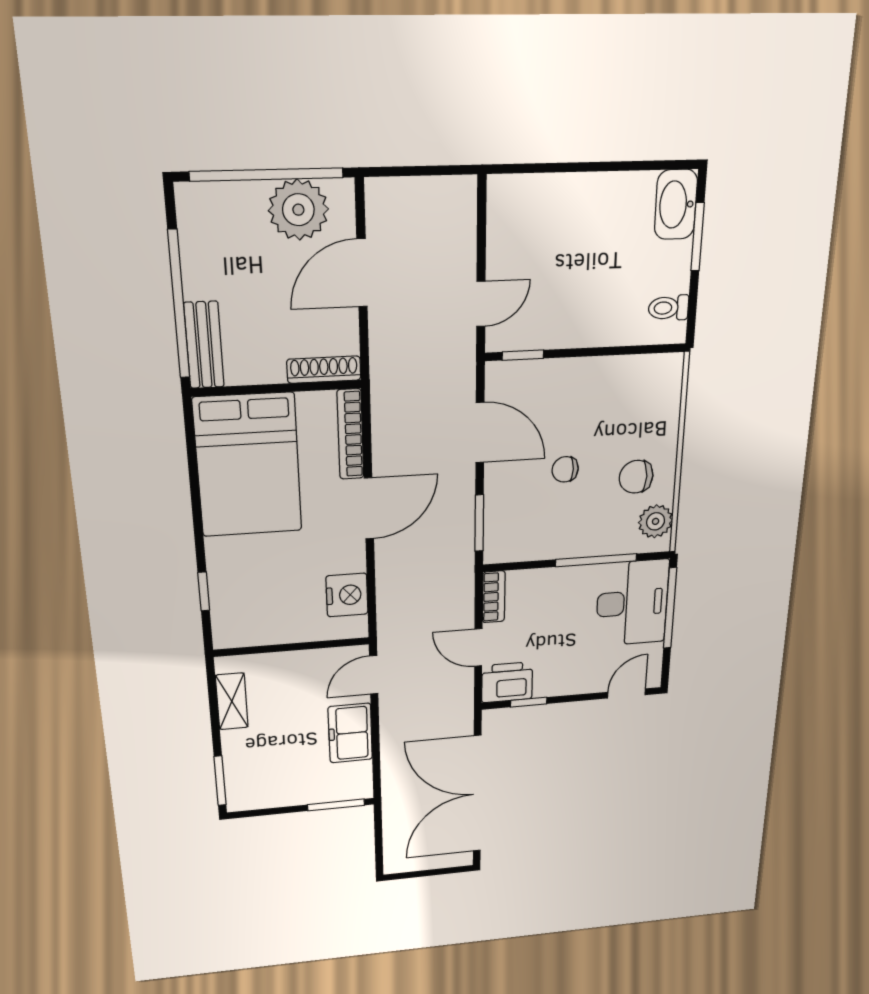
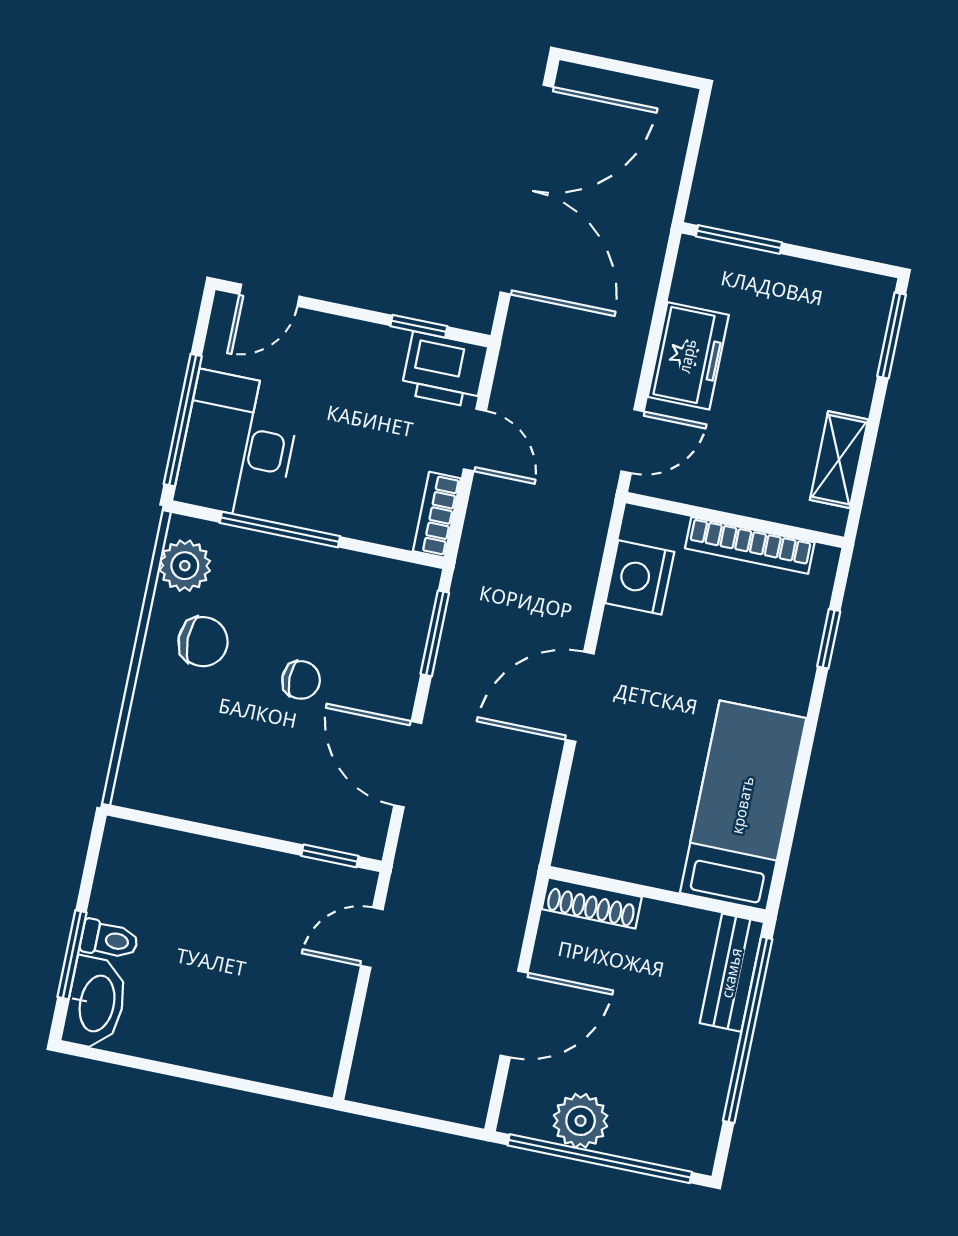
plant: (298, 210) -> (581, 1121), width x0.73, depth x0.73
toilet: (668, 308) -> (109, 940), moved
bookcase: (350, 434) -> (750, 545), moved, turned 90
bed: (248, 465) -> (743, 805), width x0.67

